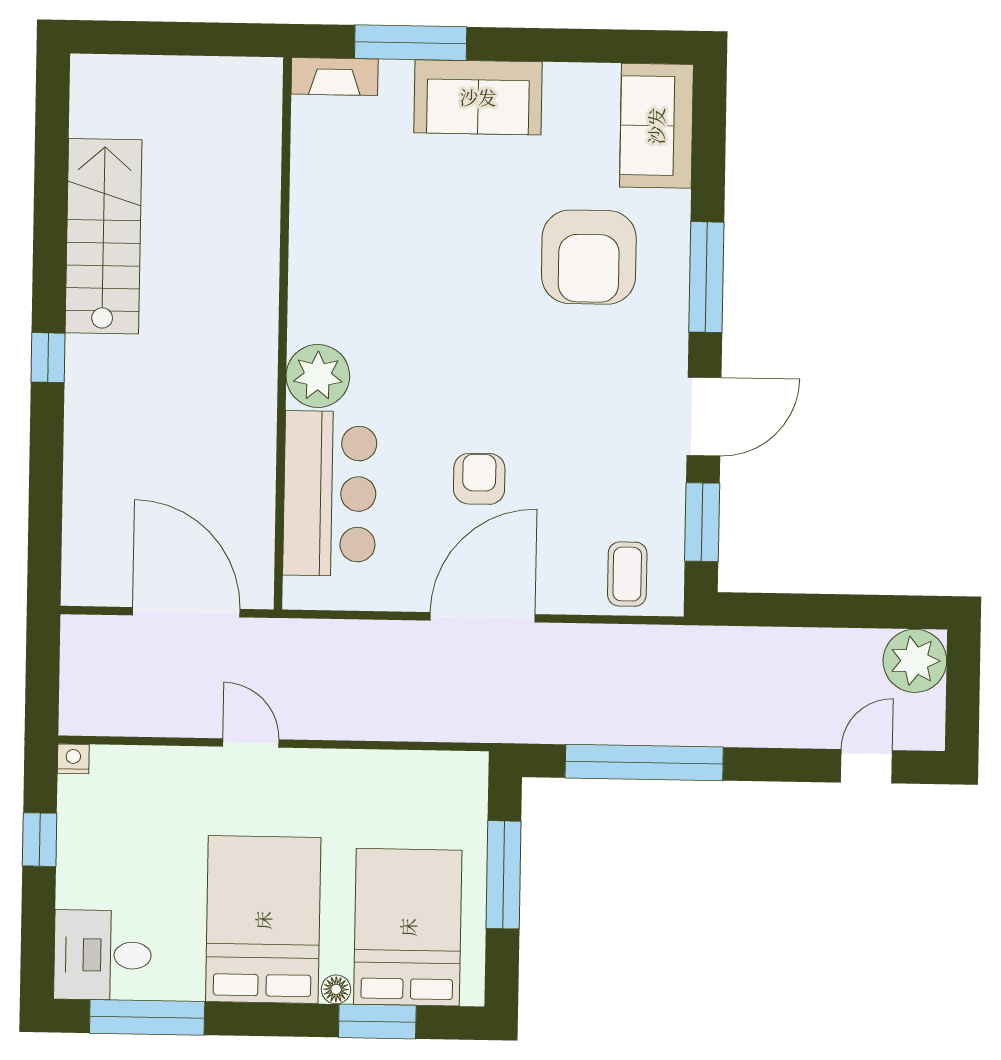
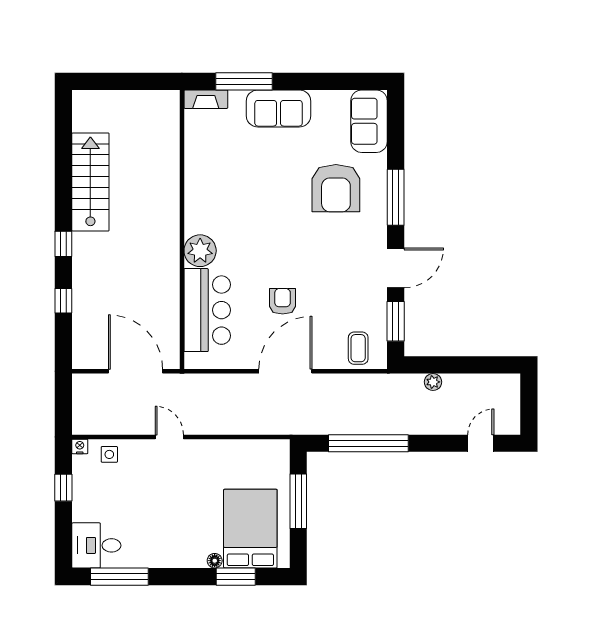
window: (46, 470) -> (63, 301), added
plant: (915, 661) -> (433, 382), moved, width x0.53, depth x0.53
side table: (131, 776) -> (109, 454), added
bed: (263, 920) -> (177, 526), removed

